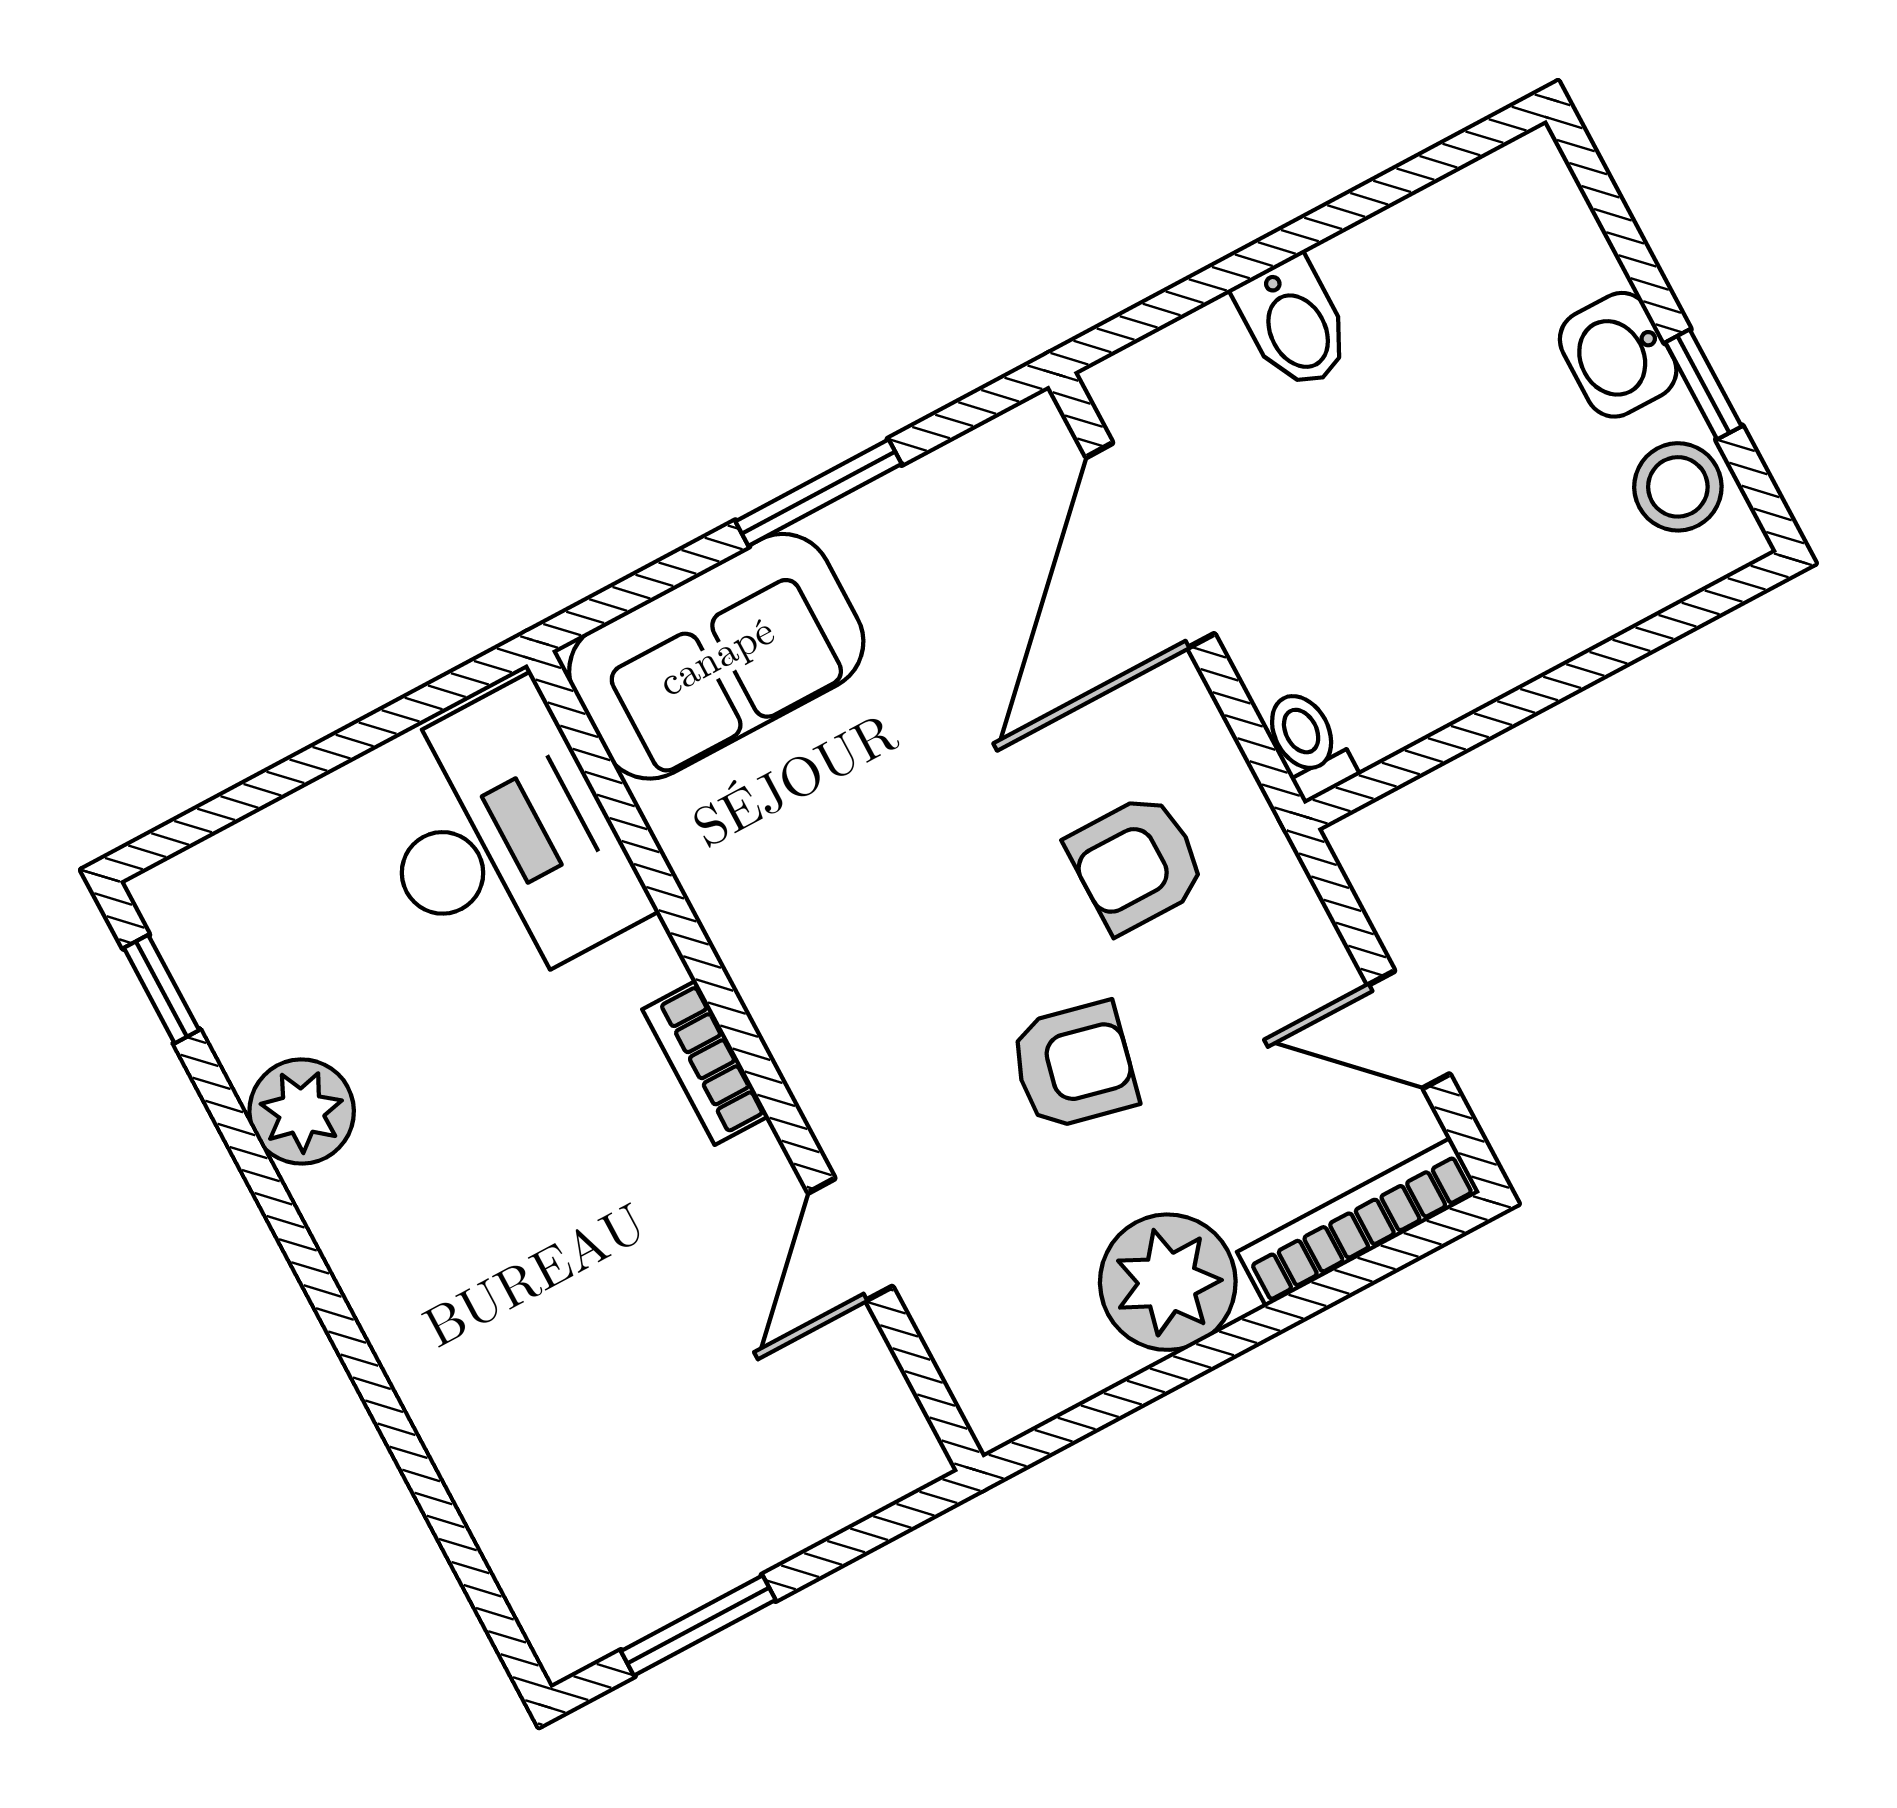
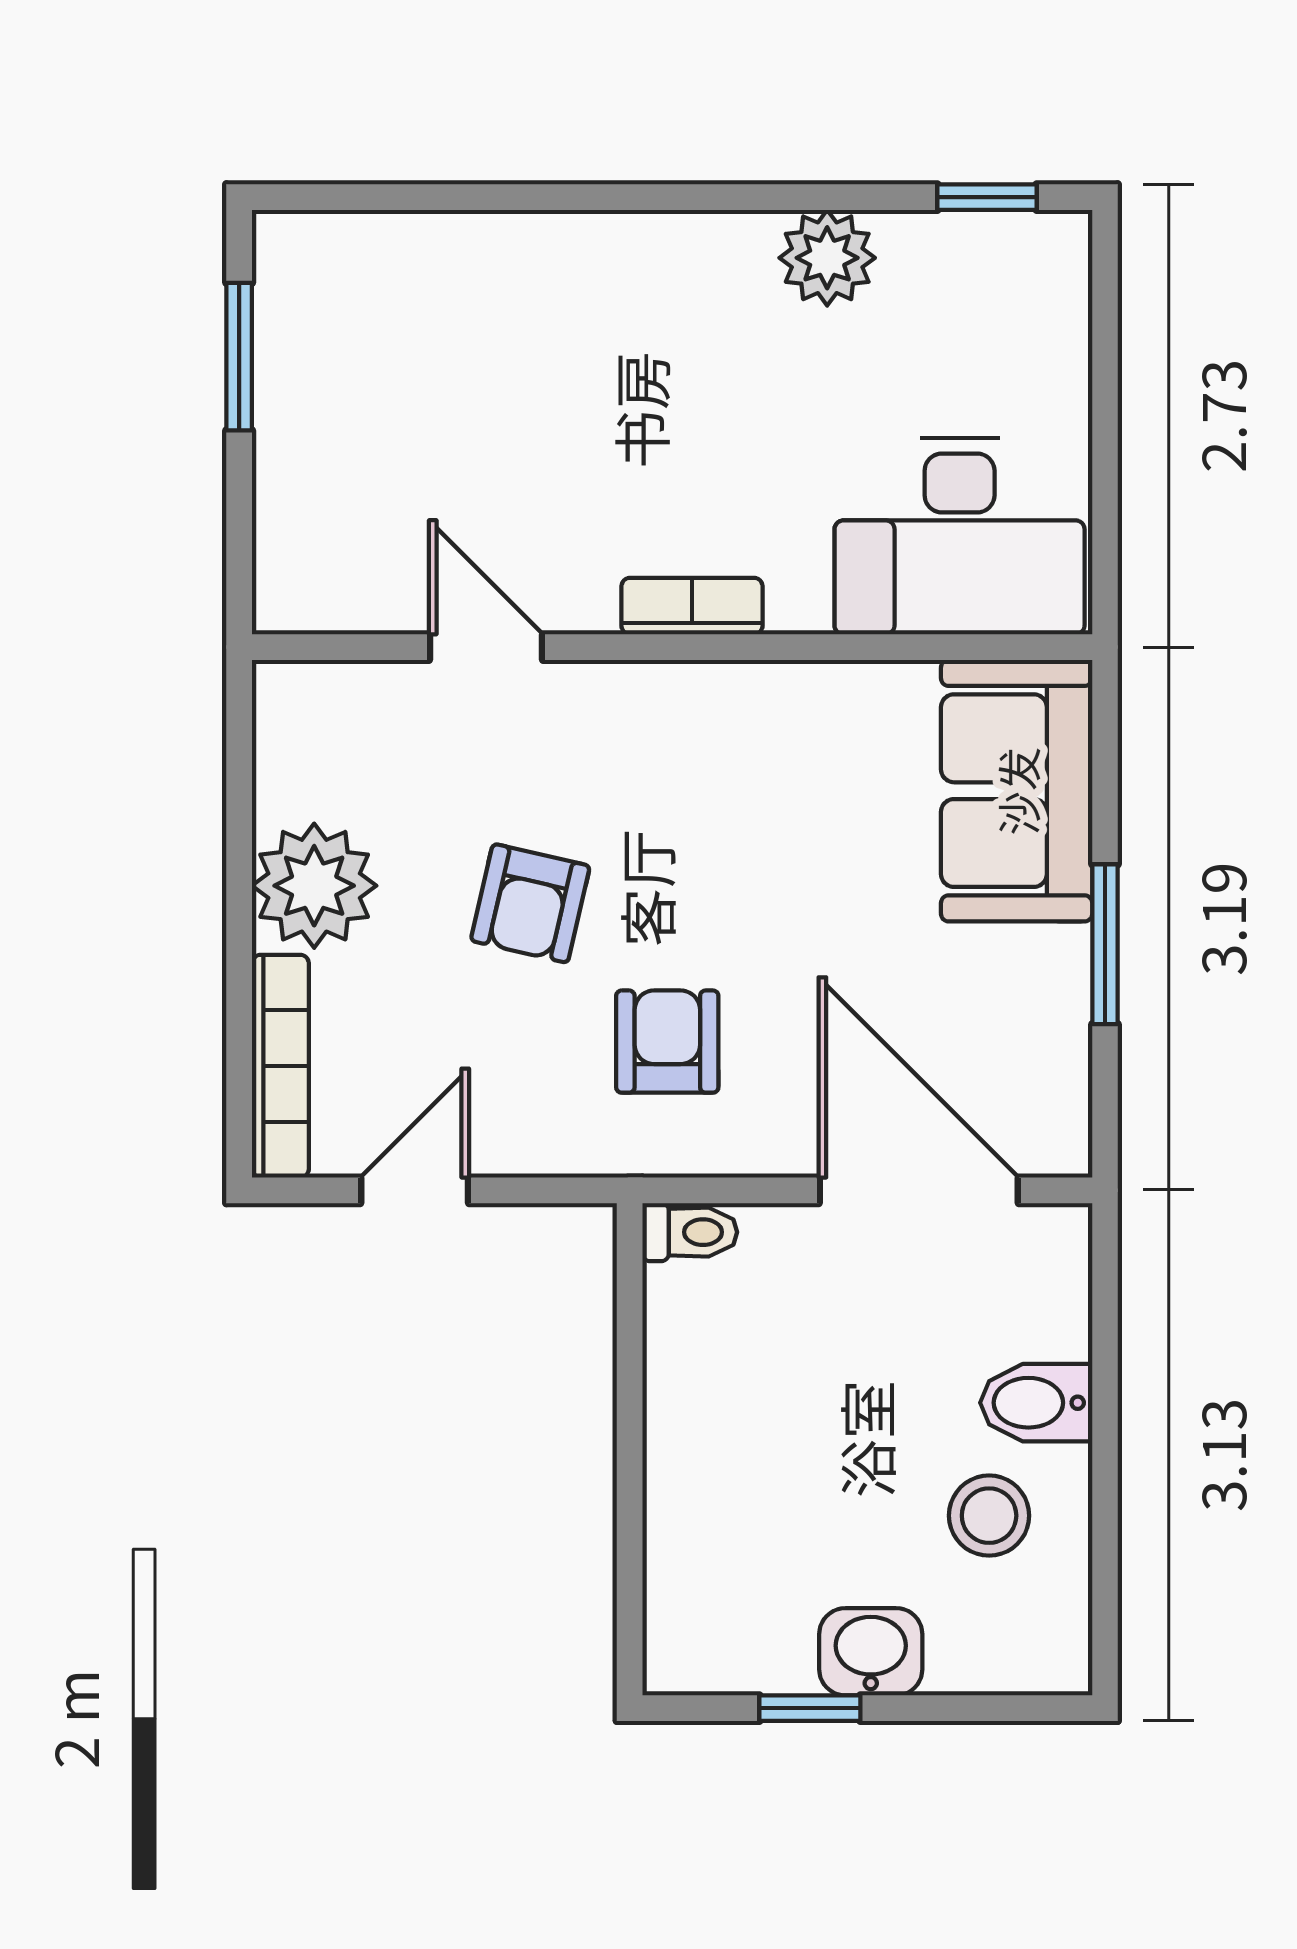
stool: (1678, 487) -> (989, 1516), moved

